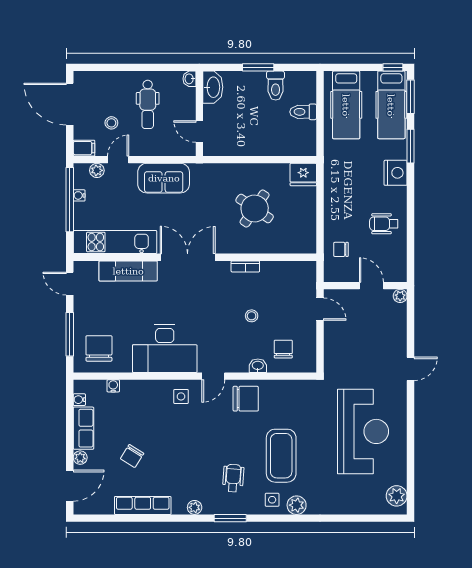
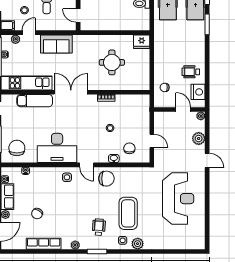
nightstand: (396, 173) -> (198, 92), moved
round table: (255, 209) -> (112, 62), turned -34
door: (320, 309) -> (152, 141), moved
door: (410, 369) -> (207, 160), hinge flipped
door: (213, 376) -> (87, 165), hinge flipped
plant: (397, 496) -> (199, 139), moved

